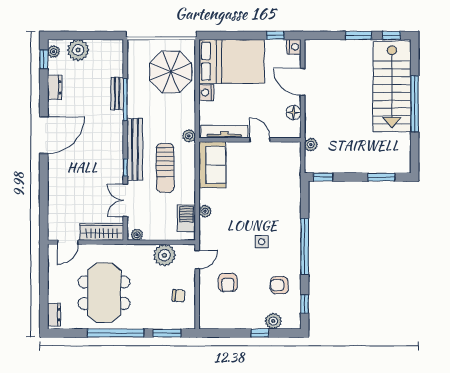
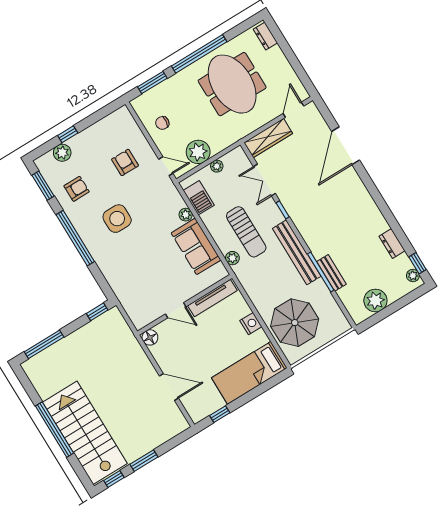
nightstand: (294, 47) -> (197, 414), removed
plant: (78, 50) -> (375, 301), moved
bed: (232, 61) -> (249, 373), width x0.67
floor lamp: (293, 113) -> (150, 337), moved
door: (44, 135) -> (346, 146), moved
plant: (189, 136) -> (232, 258), moved
plant: (311, 145) -> (126, 335), removed
bench: (135, 149) -> (297, 252), moved
sofa: (212, 165) -> (196, 246), moved
sun lounger: (165, 168) -> (246, 232), turned 180
window: (381, 177) -> (44, 344), width x1.44
double door: (125, 200) -> (264, 180), swing flipped
plant: (137, 235) -> (217, 166), moved
side table: (262, 242) -> (117, 219), width x1.87, depth x1.87
door: (197, 260) -> (166, 166), swing flipped
window: (305, 304) -> (43, 186), width x1.50

